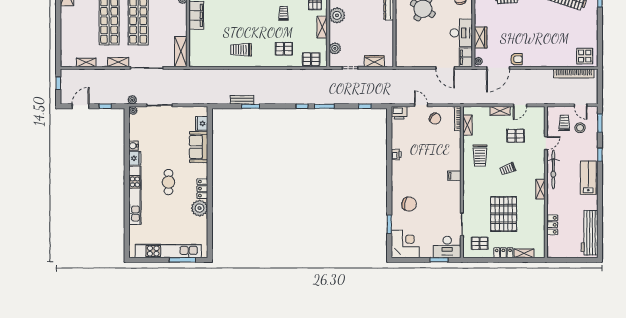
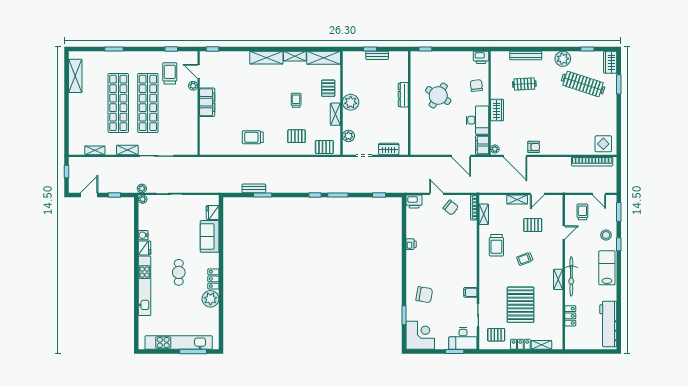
wardrobe: (481, 37) -> (497, 110), moved
shelving: (181, 52) -> (191, 139), removed
door: (498, 68) -> (515, 156), hinge flipped
stool: (580, 128) -> (606, 235), moved
bicycle: (553, 169) -> (571, 276), moved
filing cabinet: (454, 176) -> (470, 292), moved

